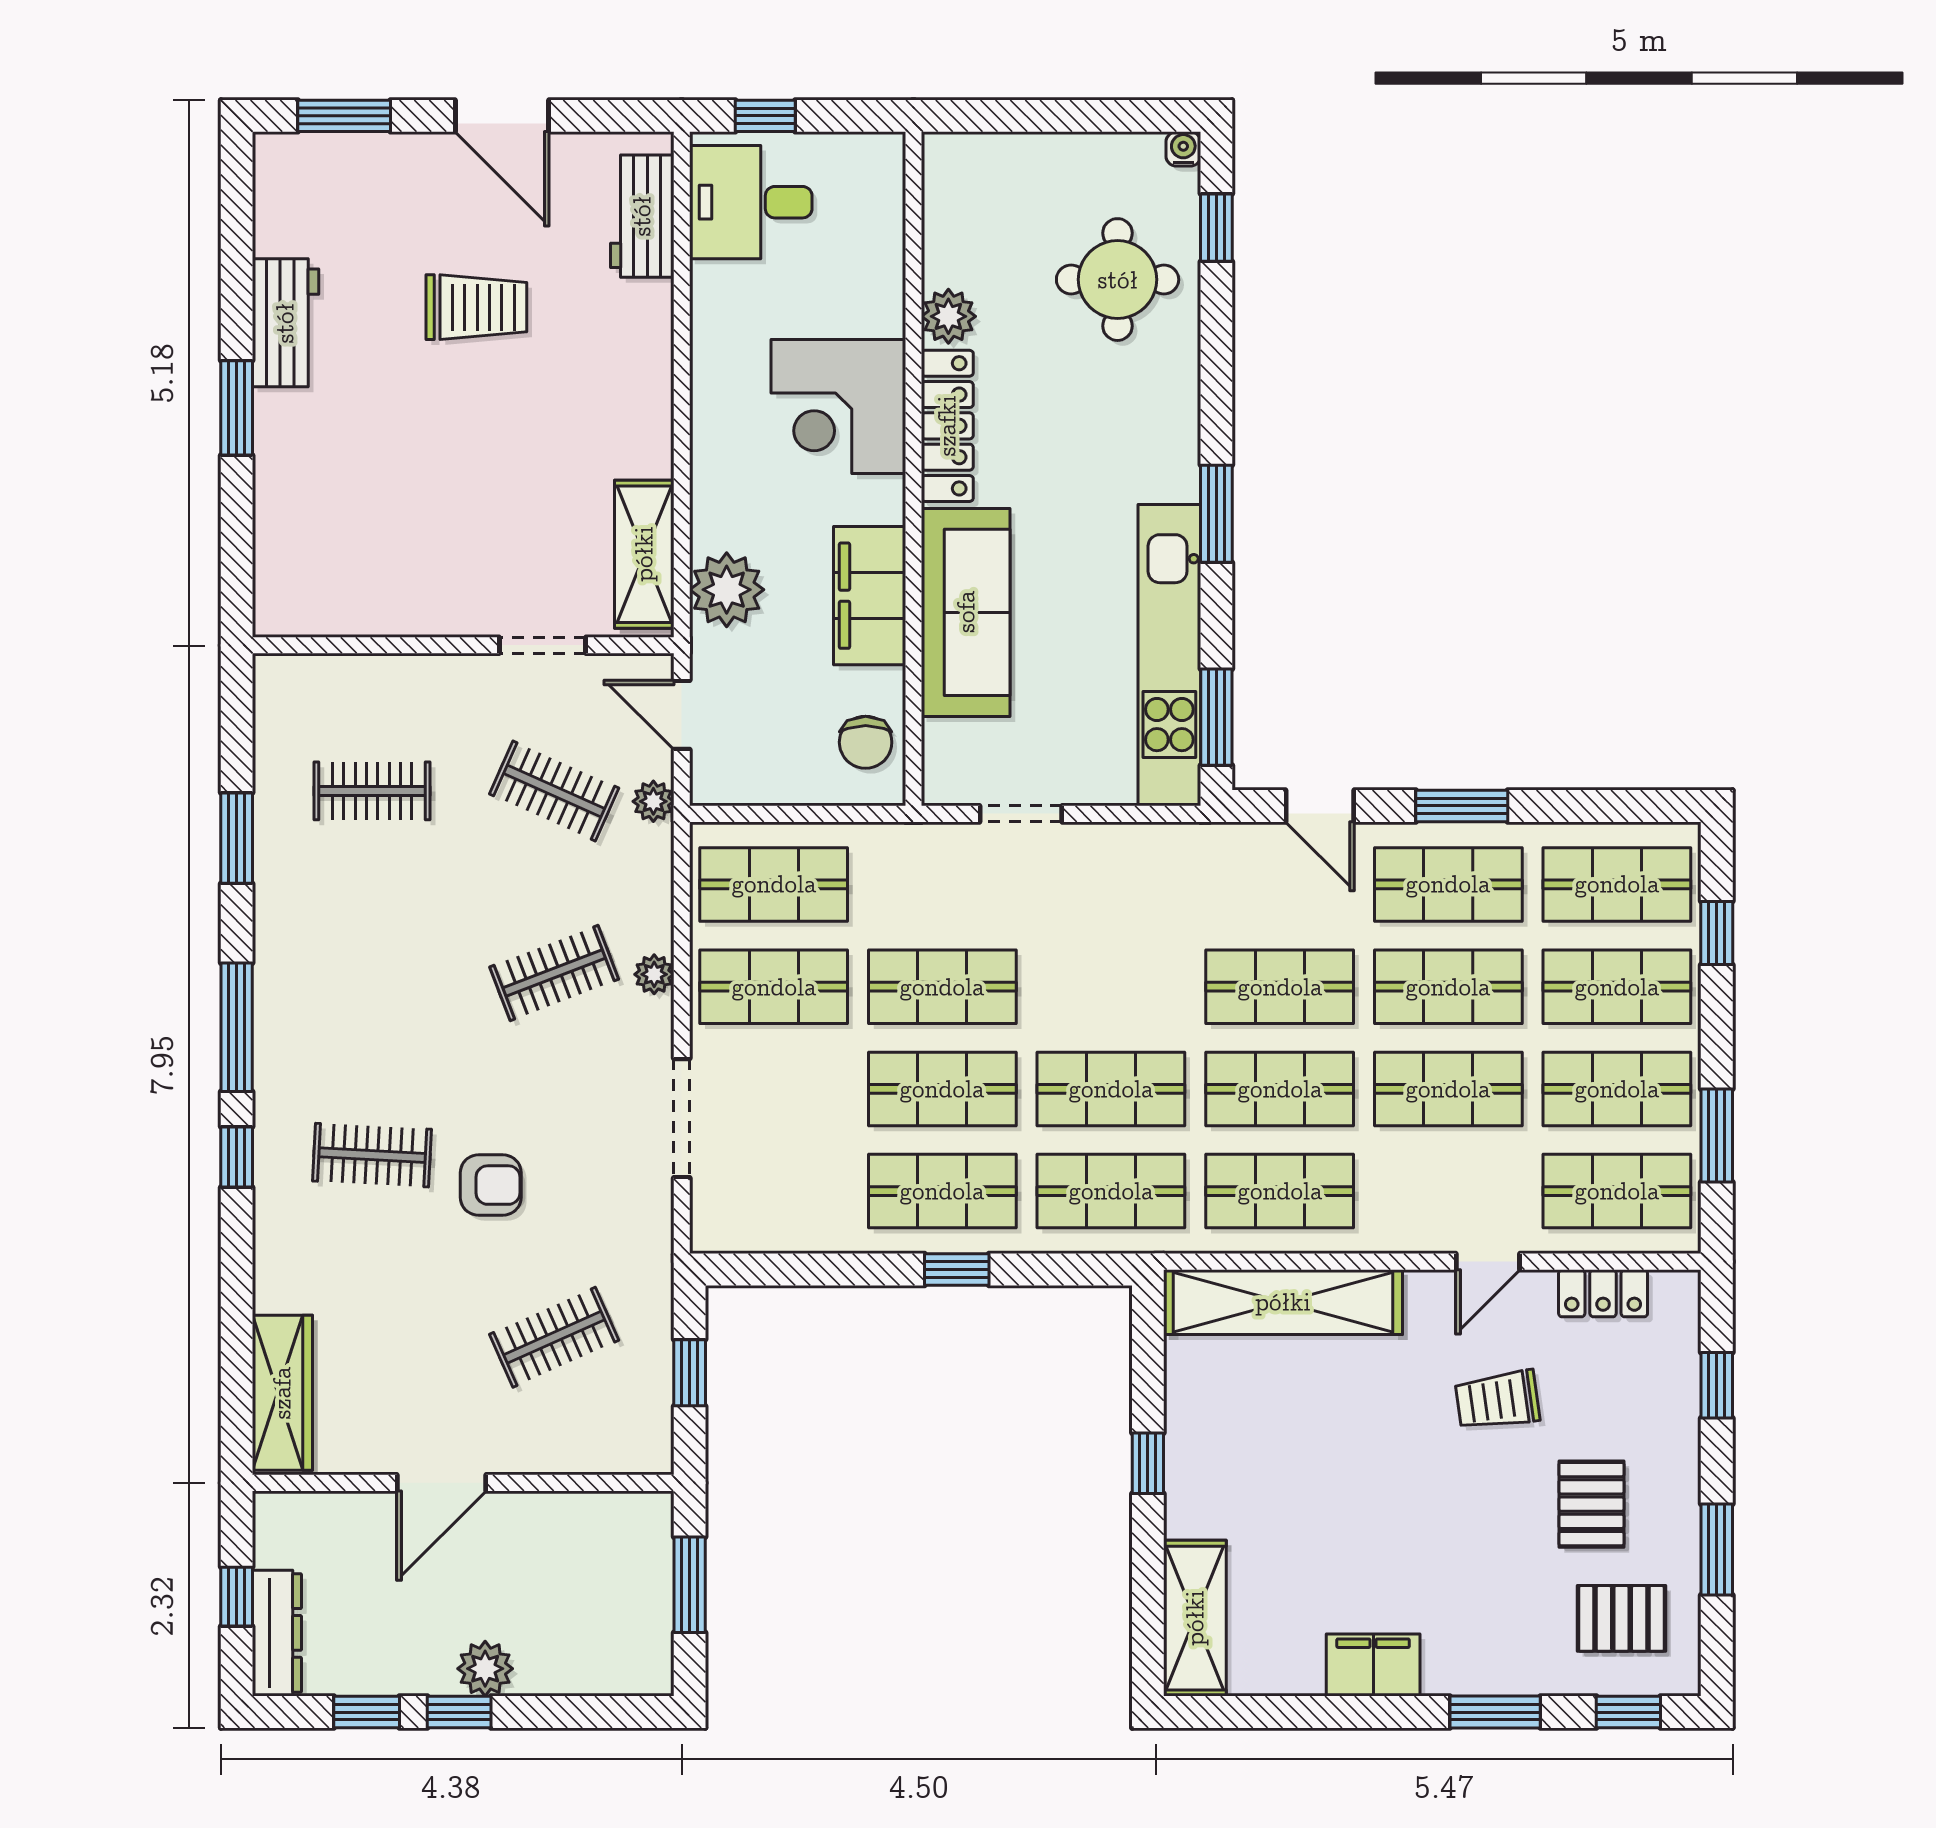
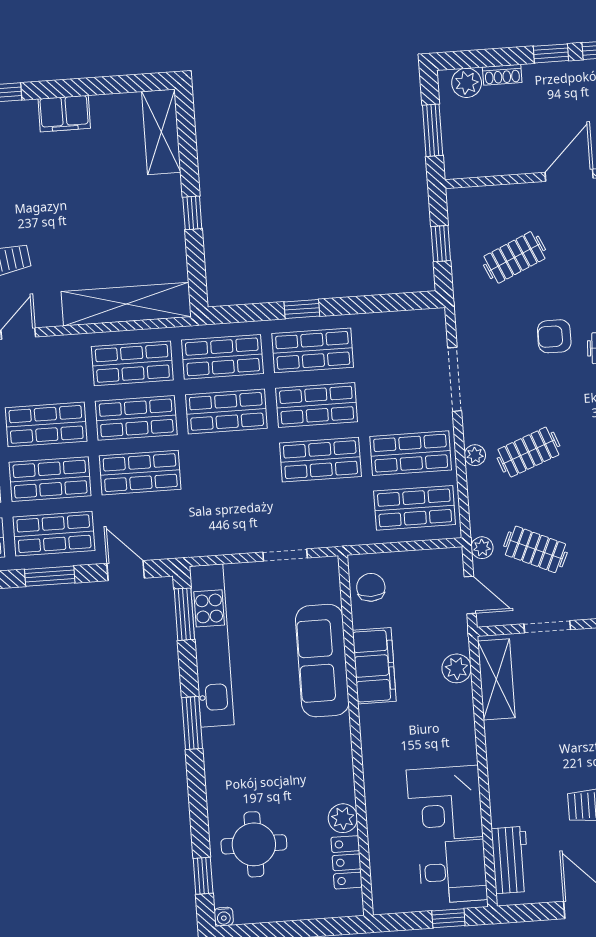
corner desk: (838, 407) -> (445, 803), moved, turned 180
locker: (947, 426) -> (347, 862), moved, width x0.66
plant: (727, 590) -> (457, 668), width x0.73, depth x0.73
plant: (485, 1669) -> (467, 83), moved
shoe rack: (553, 1679) -> (502, 75), added

